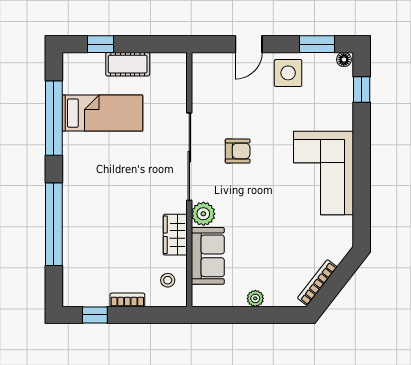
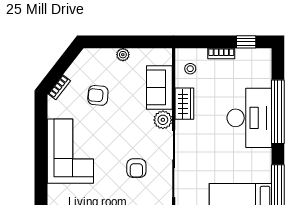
armchair: (238, 151) -> (136, 168), turned -90
desk: (91, 216) -> (249, 118), added
armchair: (288, 245) -> (98, 95), added
bookcase: (317, 283) -> (59, 87), moved, width x0.64

